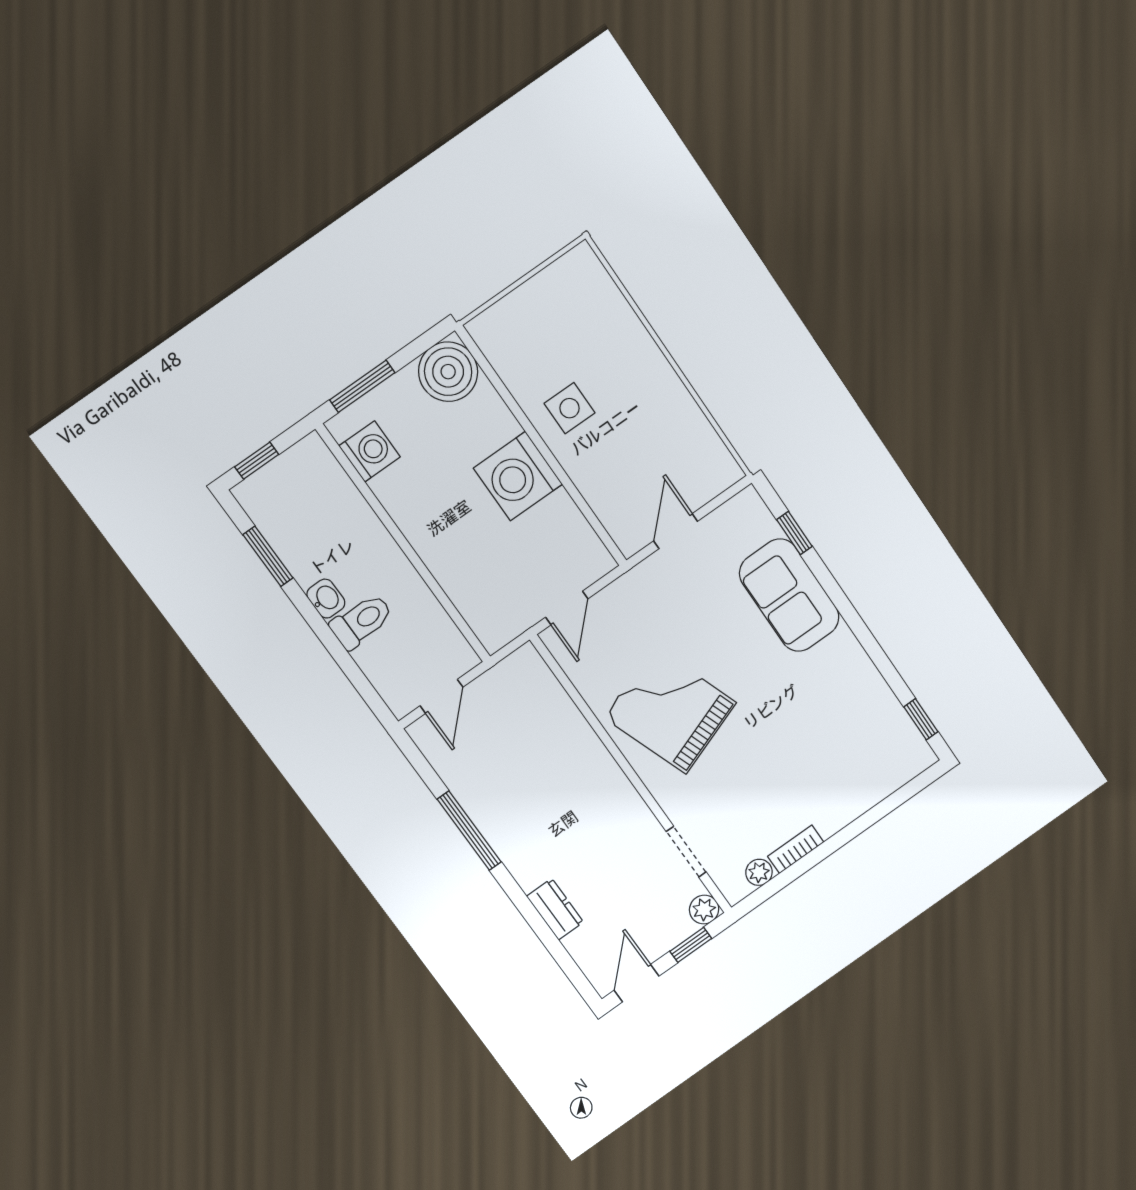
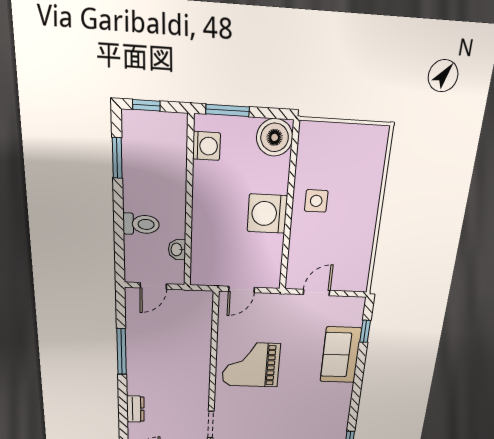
washbasin: (326, 599) -> (177, 250), moved, turned 180
grand piano: (670, 710) -> (251, 365), turned -70

